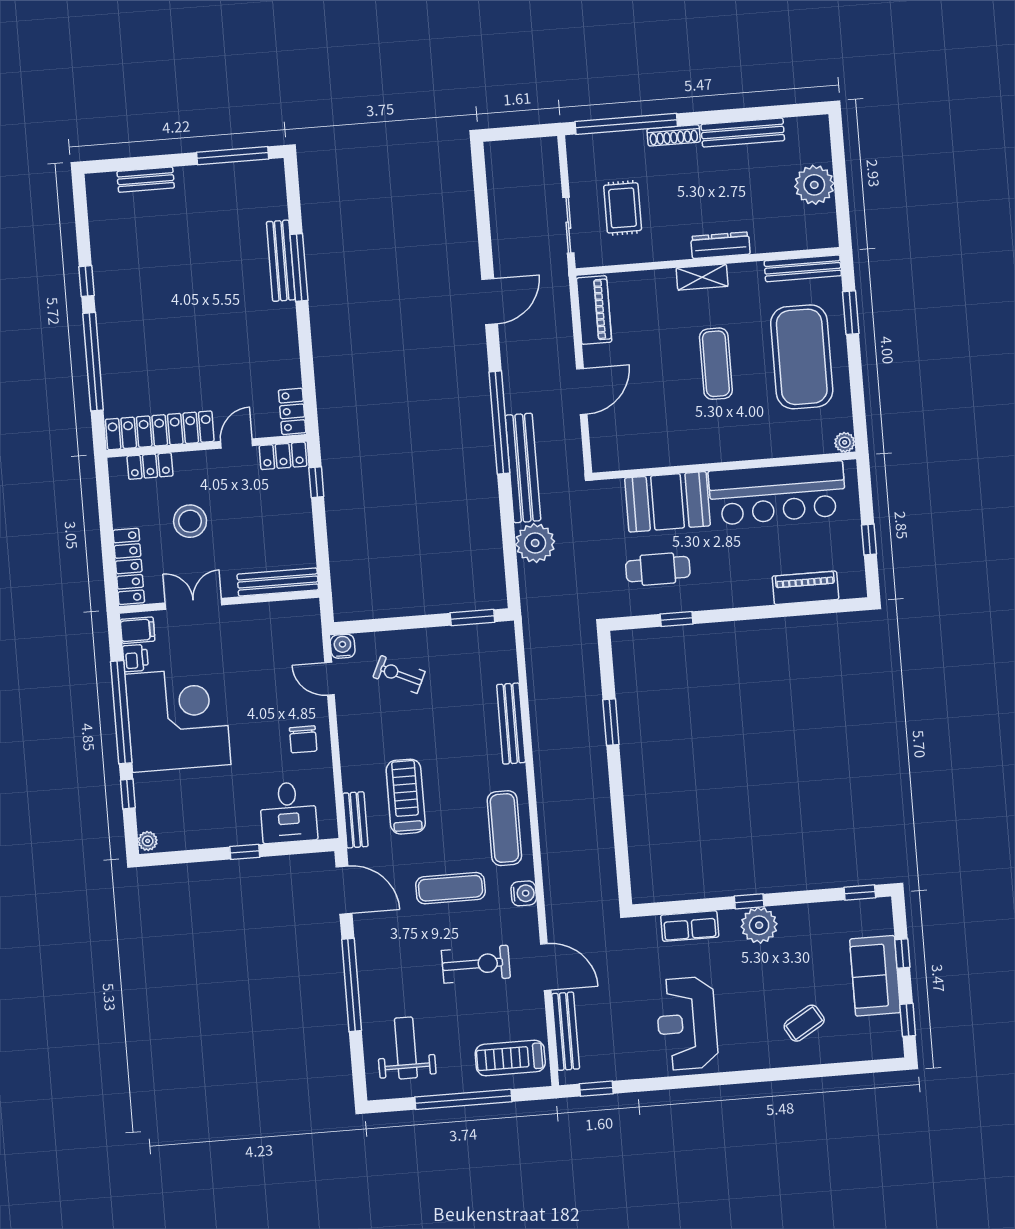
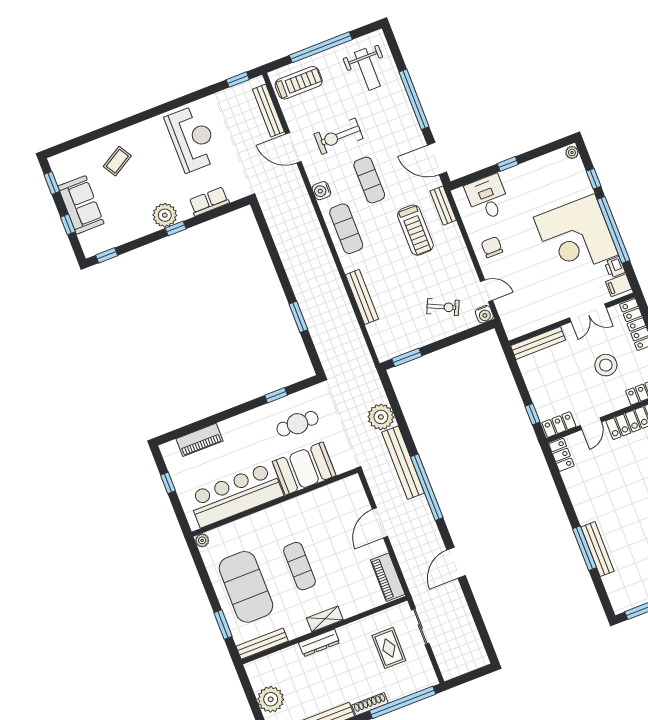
exercise mat: (450, 888) -> (369, 180), turned 90

